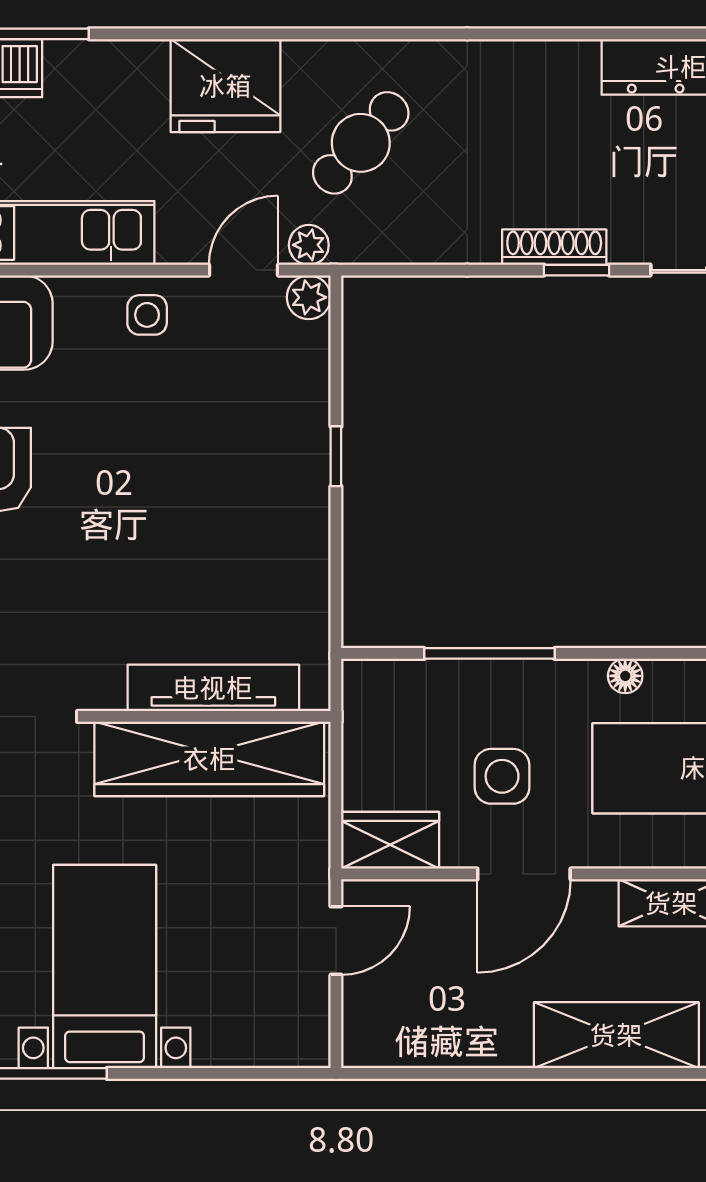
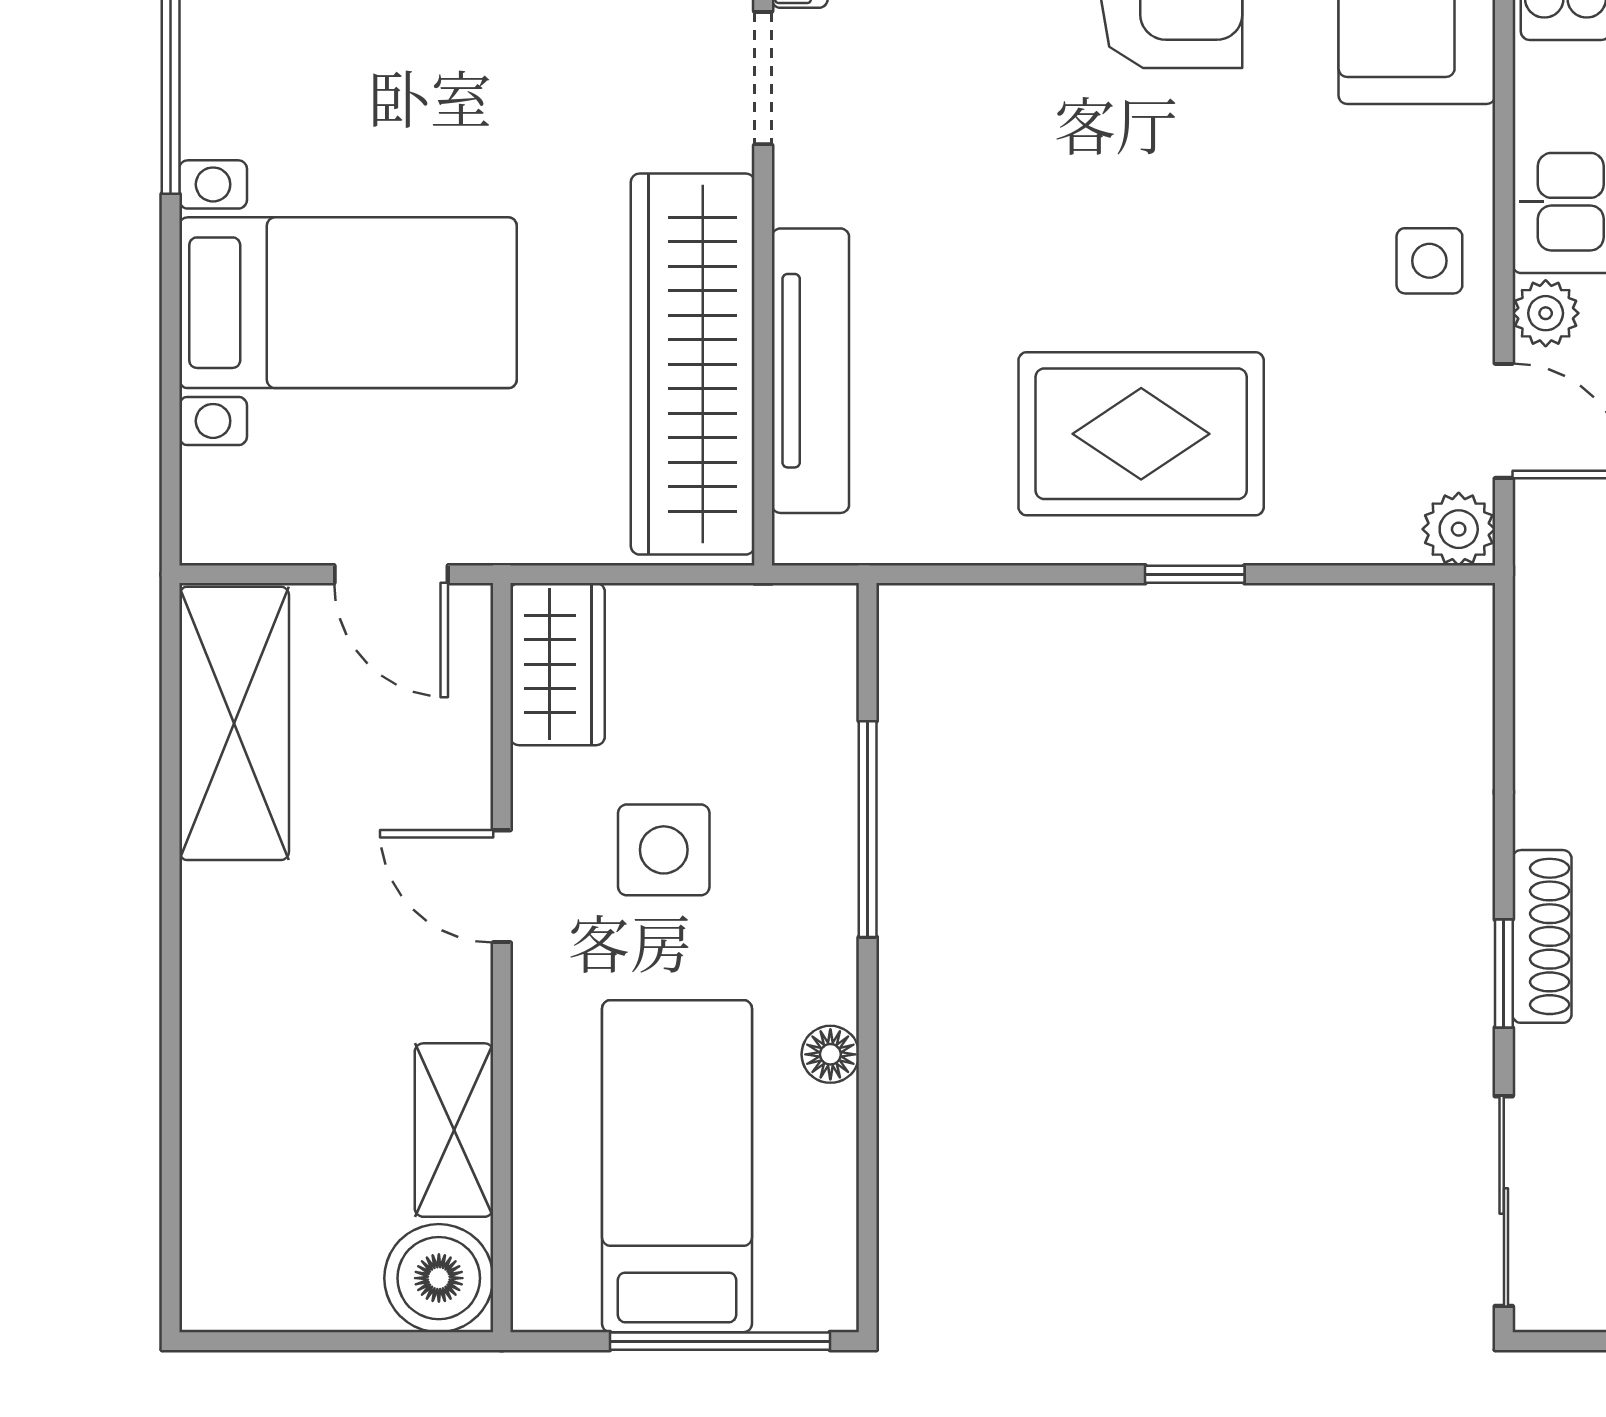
plant: (309, 245) -> (1546, 313), moved
rug: (251, 489) -> (1141, 434), added
door: (524, 874) -> (502, 886), width x0.73
bed with nightstands: (105, 967) -> (348, 303), moved
shelving: (616, 1035) -> (234, 723), moved

